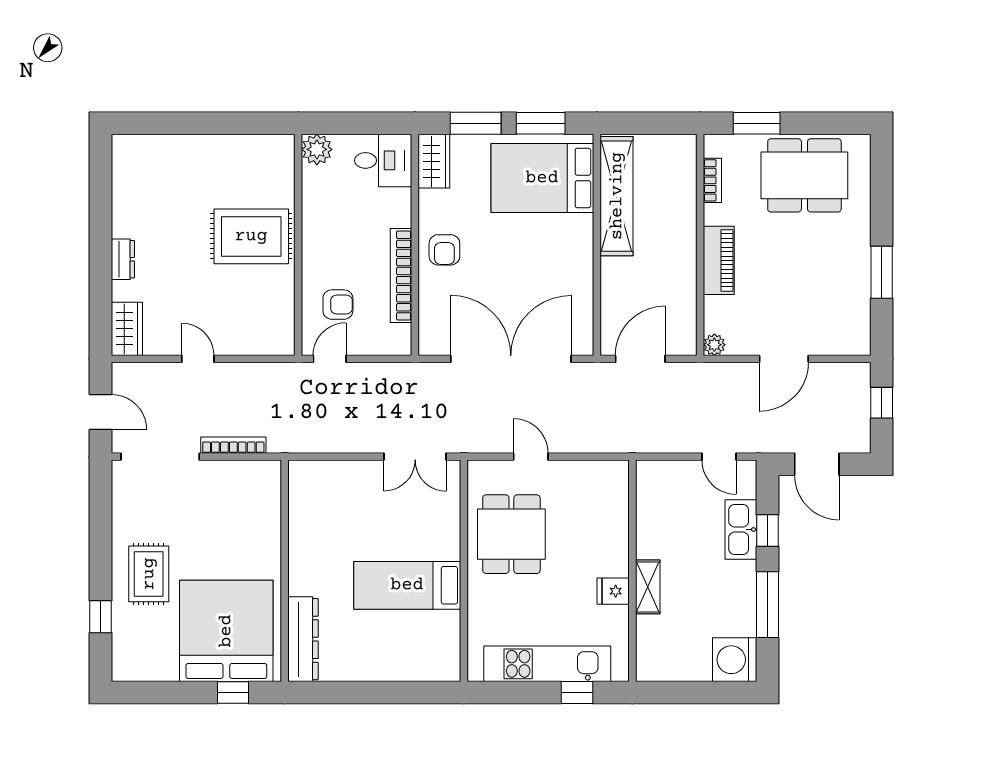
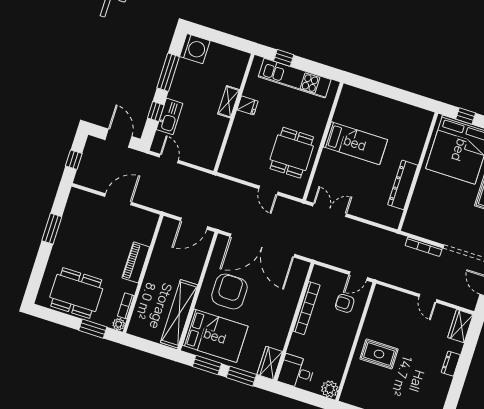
rug: (251, 236) -> (379, 354), width x0.73, depth x0.70
armchair: (444, 250) -> (229, 292), moved, width x1.88, depth x1.88
plant: (714, 345) -> (119, 324), moved
dresser: (303, 639) -> (403, 185), moved

